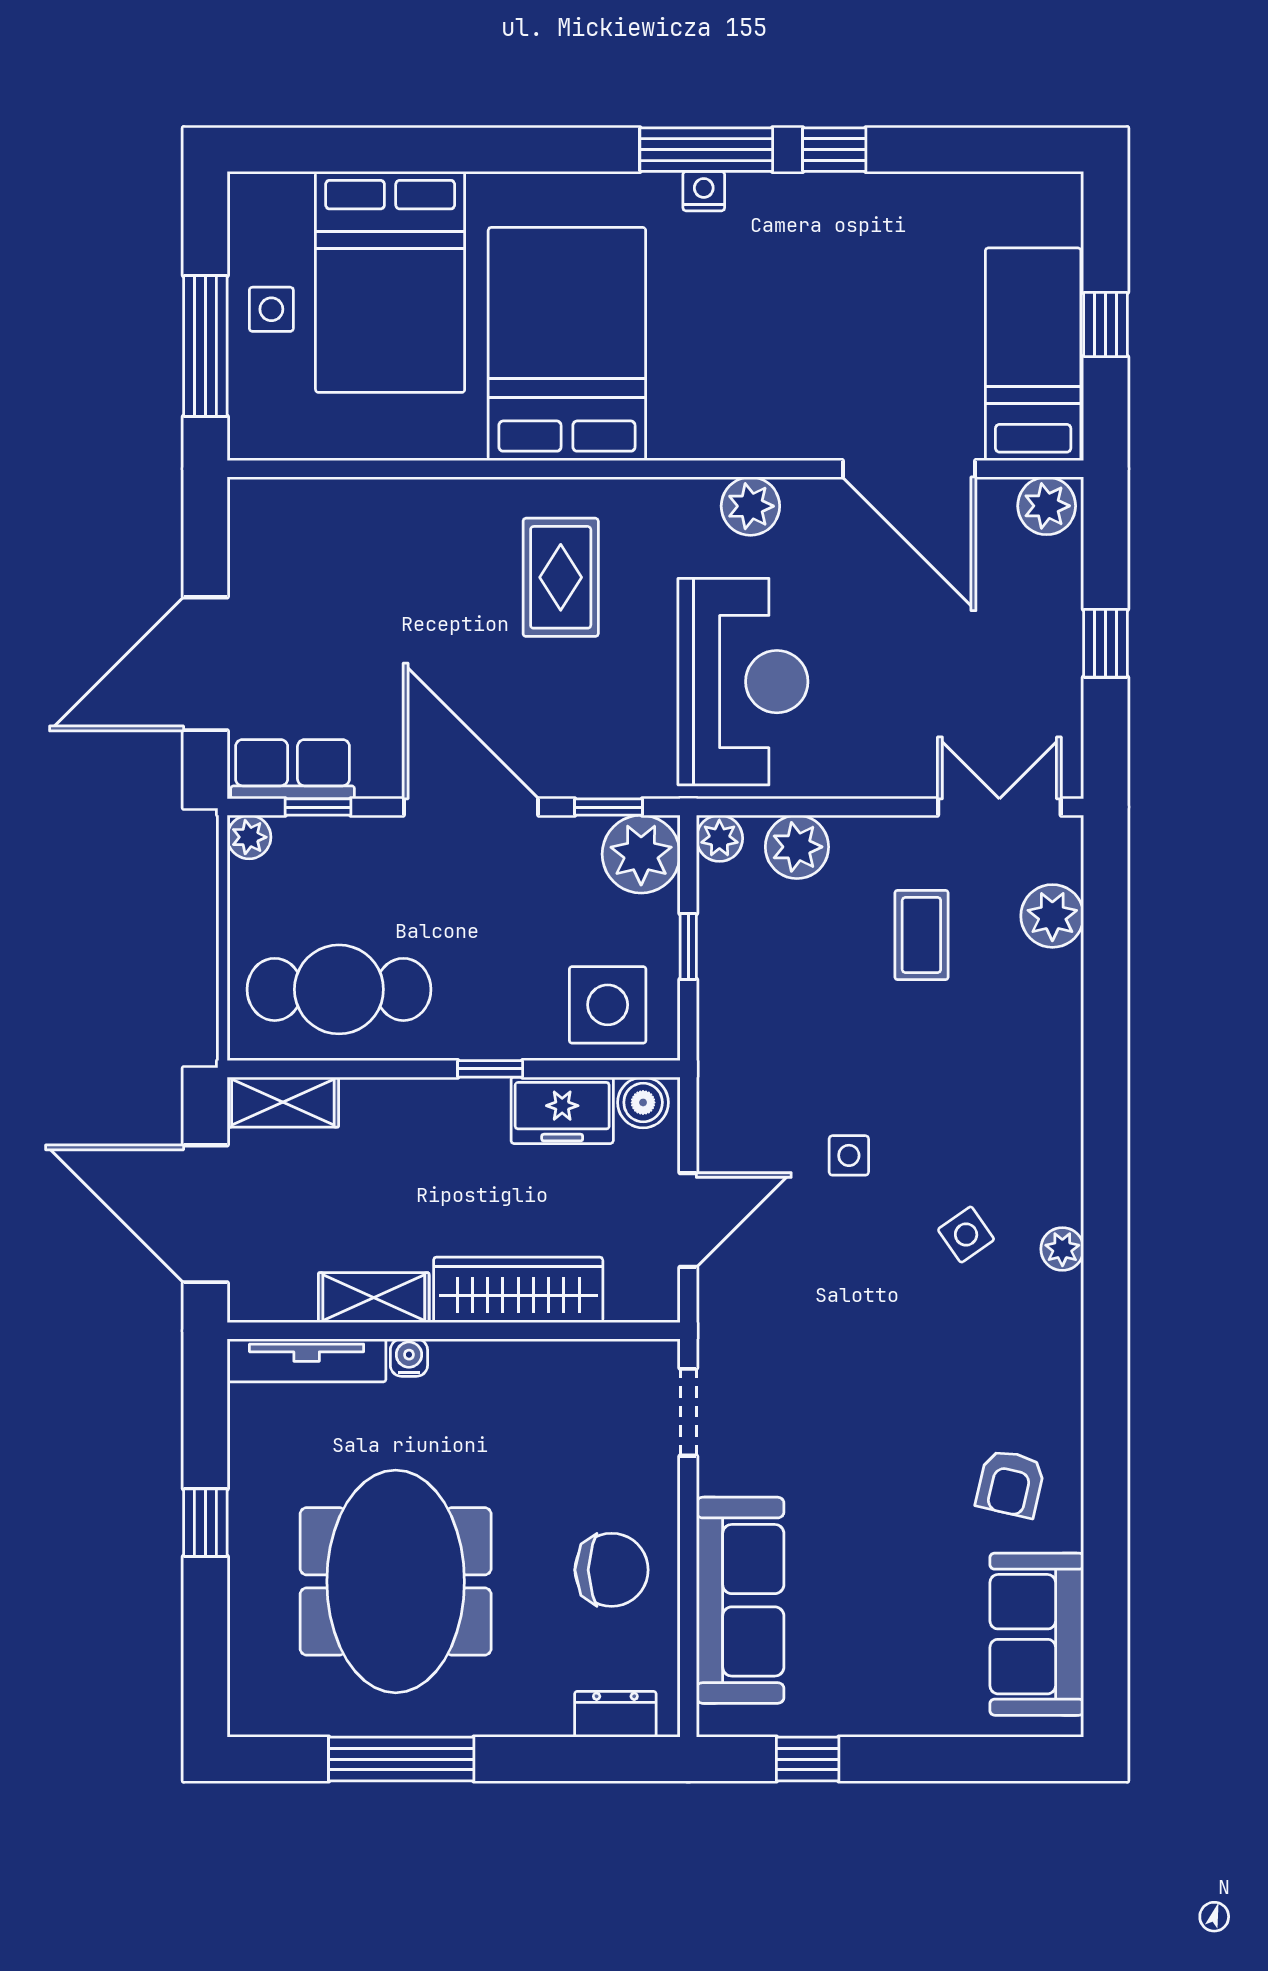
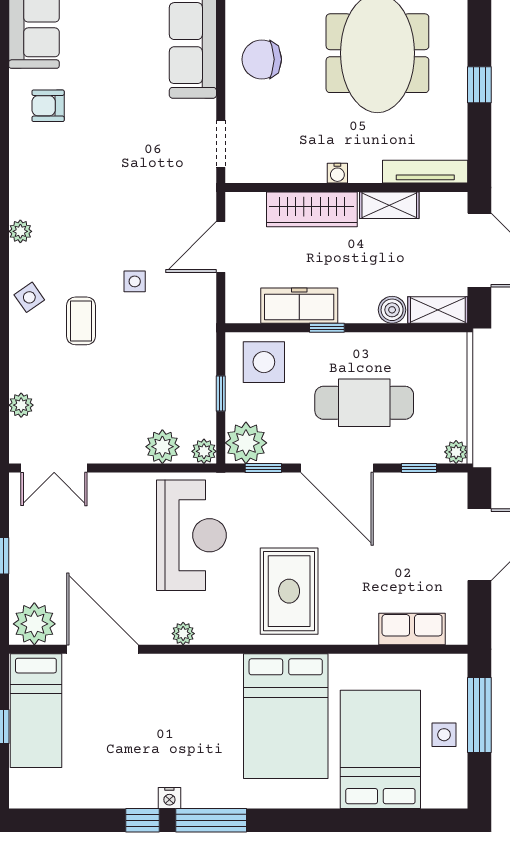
nightstand: (704, 191) -> (169, 798), moved
plant: (750, 506) -> (183, 634), width x0.73, depth x0.73
plant: (1047, 506) -> (34, 624), width x1.36, depth x1.36
rug: (561, 577) -> (289, 591), width x1.36, depth x1.43
reception desk: (743, 682) -> (191, 535), turned 180
row of seats: (293, 769) -> (412, 629), moved, turned 180
plant: (1052, 916) -> (21, 405), width x0.73, depth x0.73
coffee table: (921, 935) -> (81, 321), moved
cafe table: (339, 989) -> (364, 403), moved
boiler: (643, 1102) -> (392, 310), moved
freezer: (562, 1110) -> (299, 306), width x1.40
side table: (966, 1234) -> (29, 297), moved
water cooler: (409, 1358) -> (337, 173), moved
armchair: (1010, 1483) -> (48, 106), turned -103

